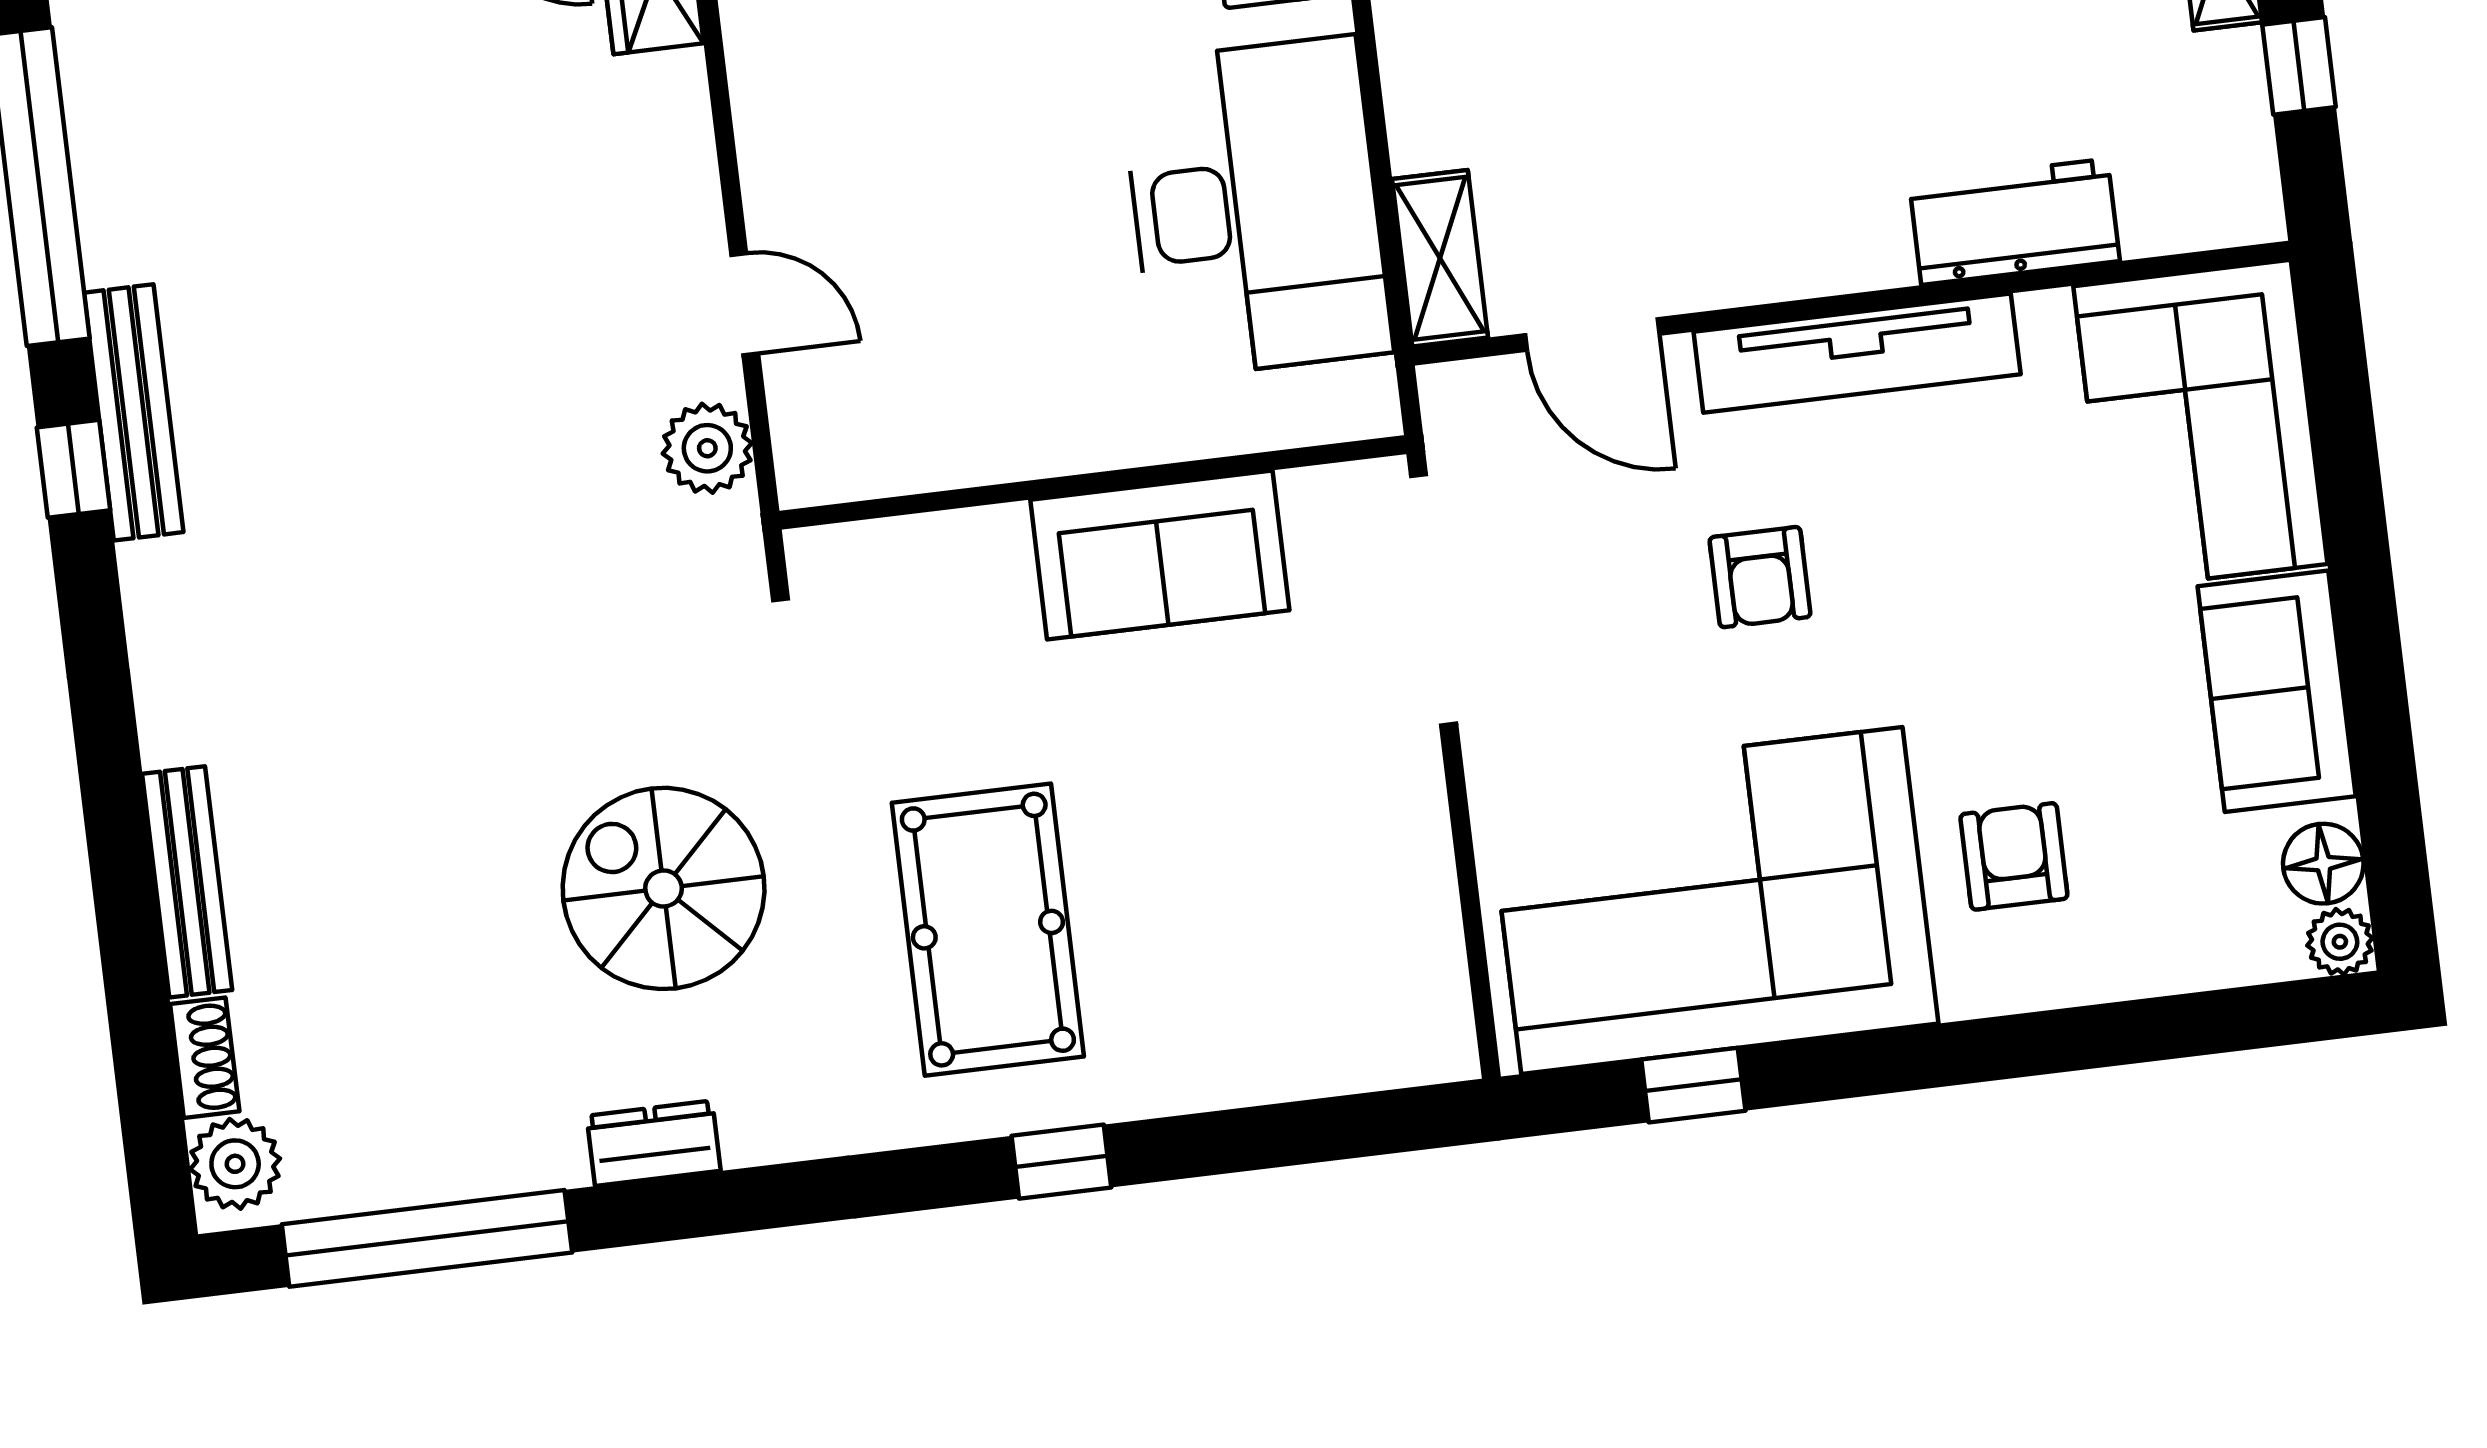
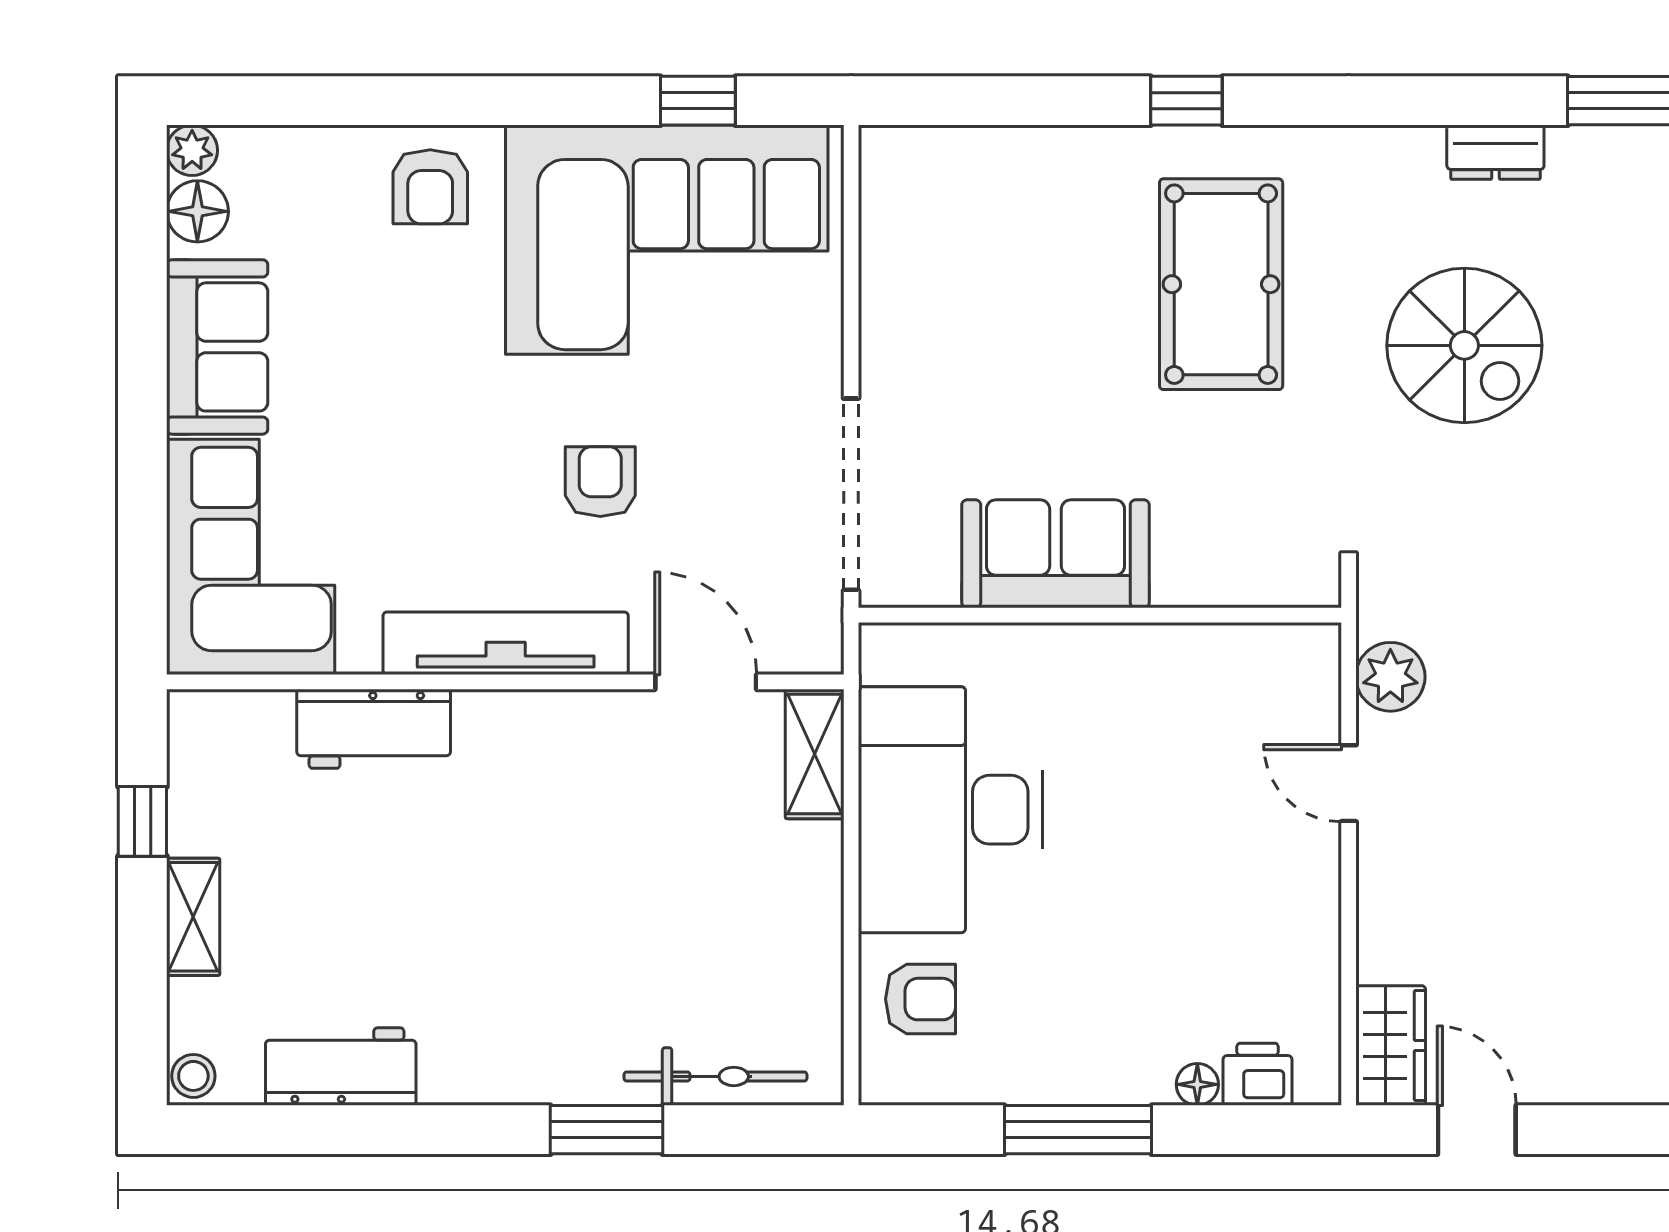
armchair: (2014, 856) -> (430, 187), moved

